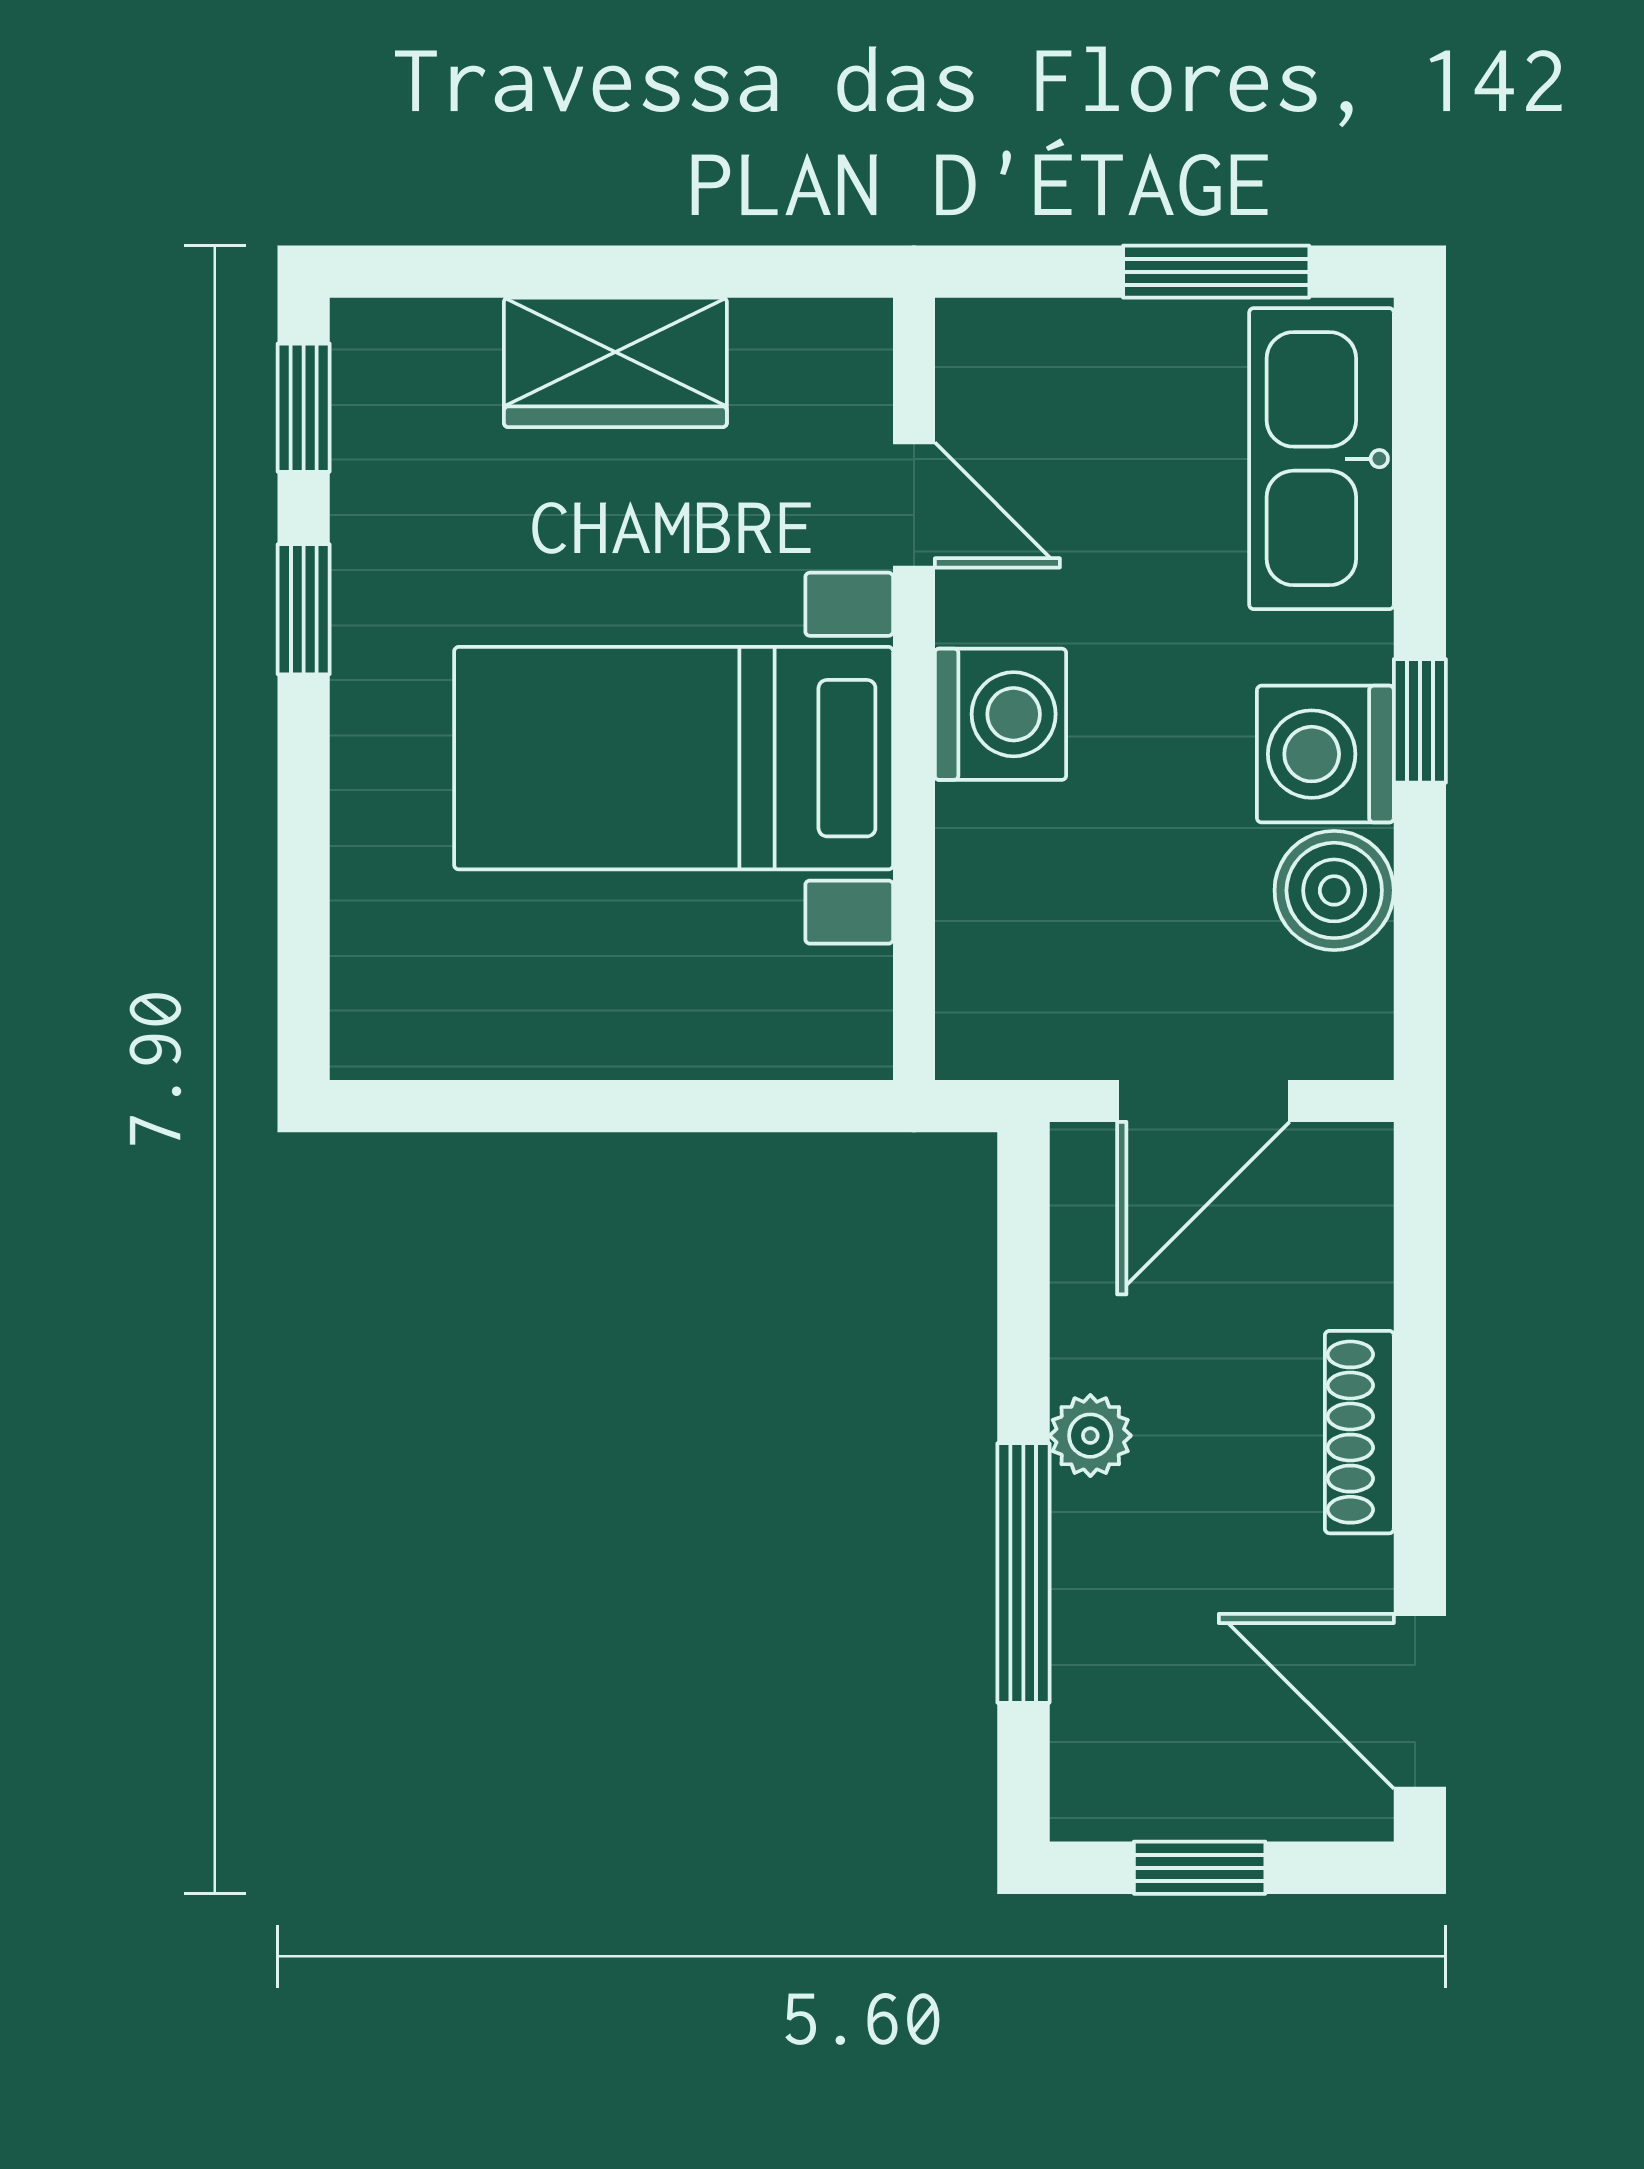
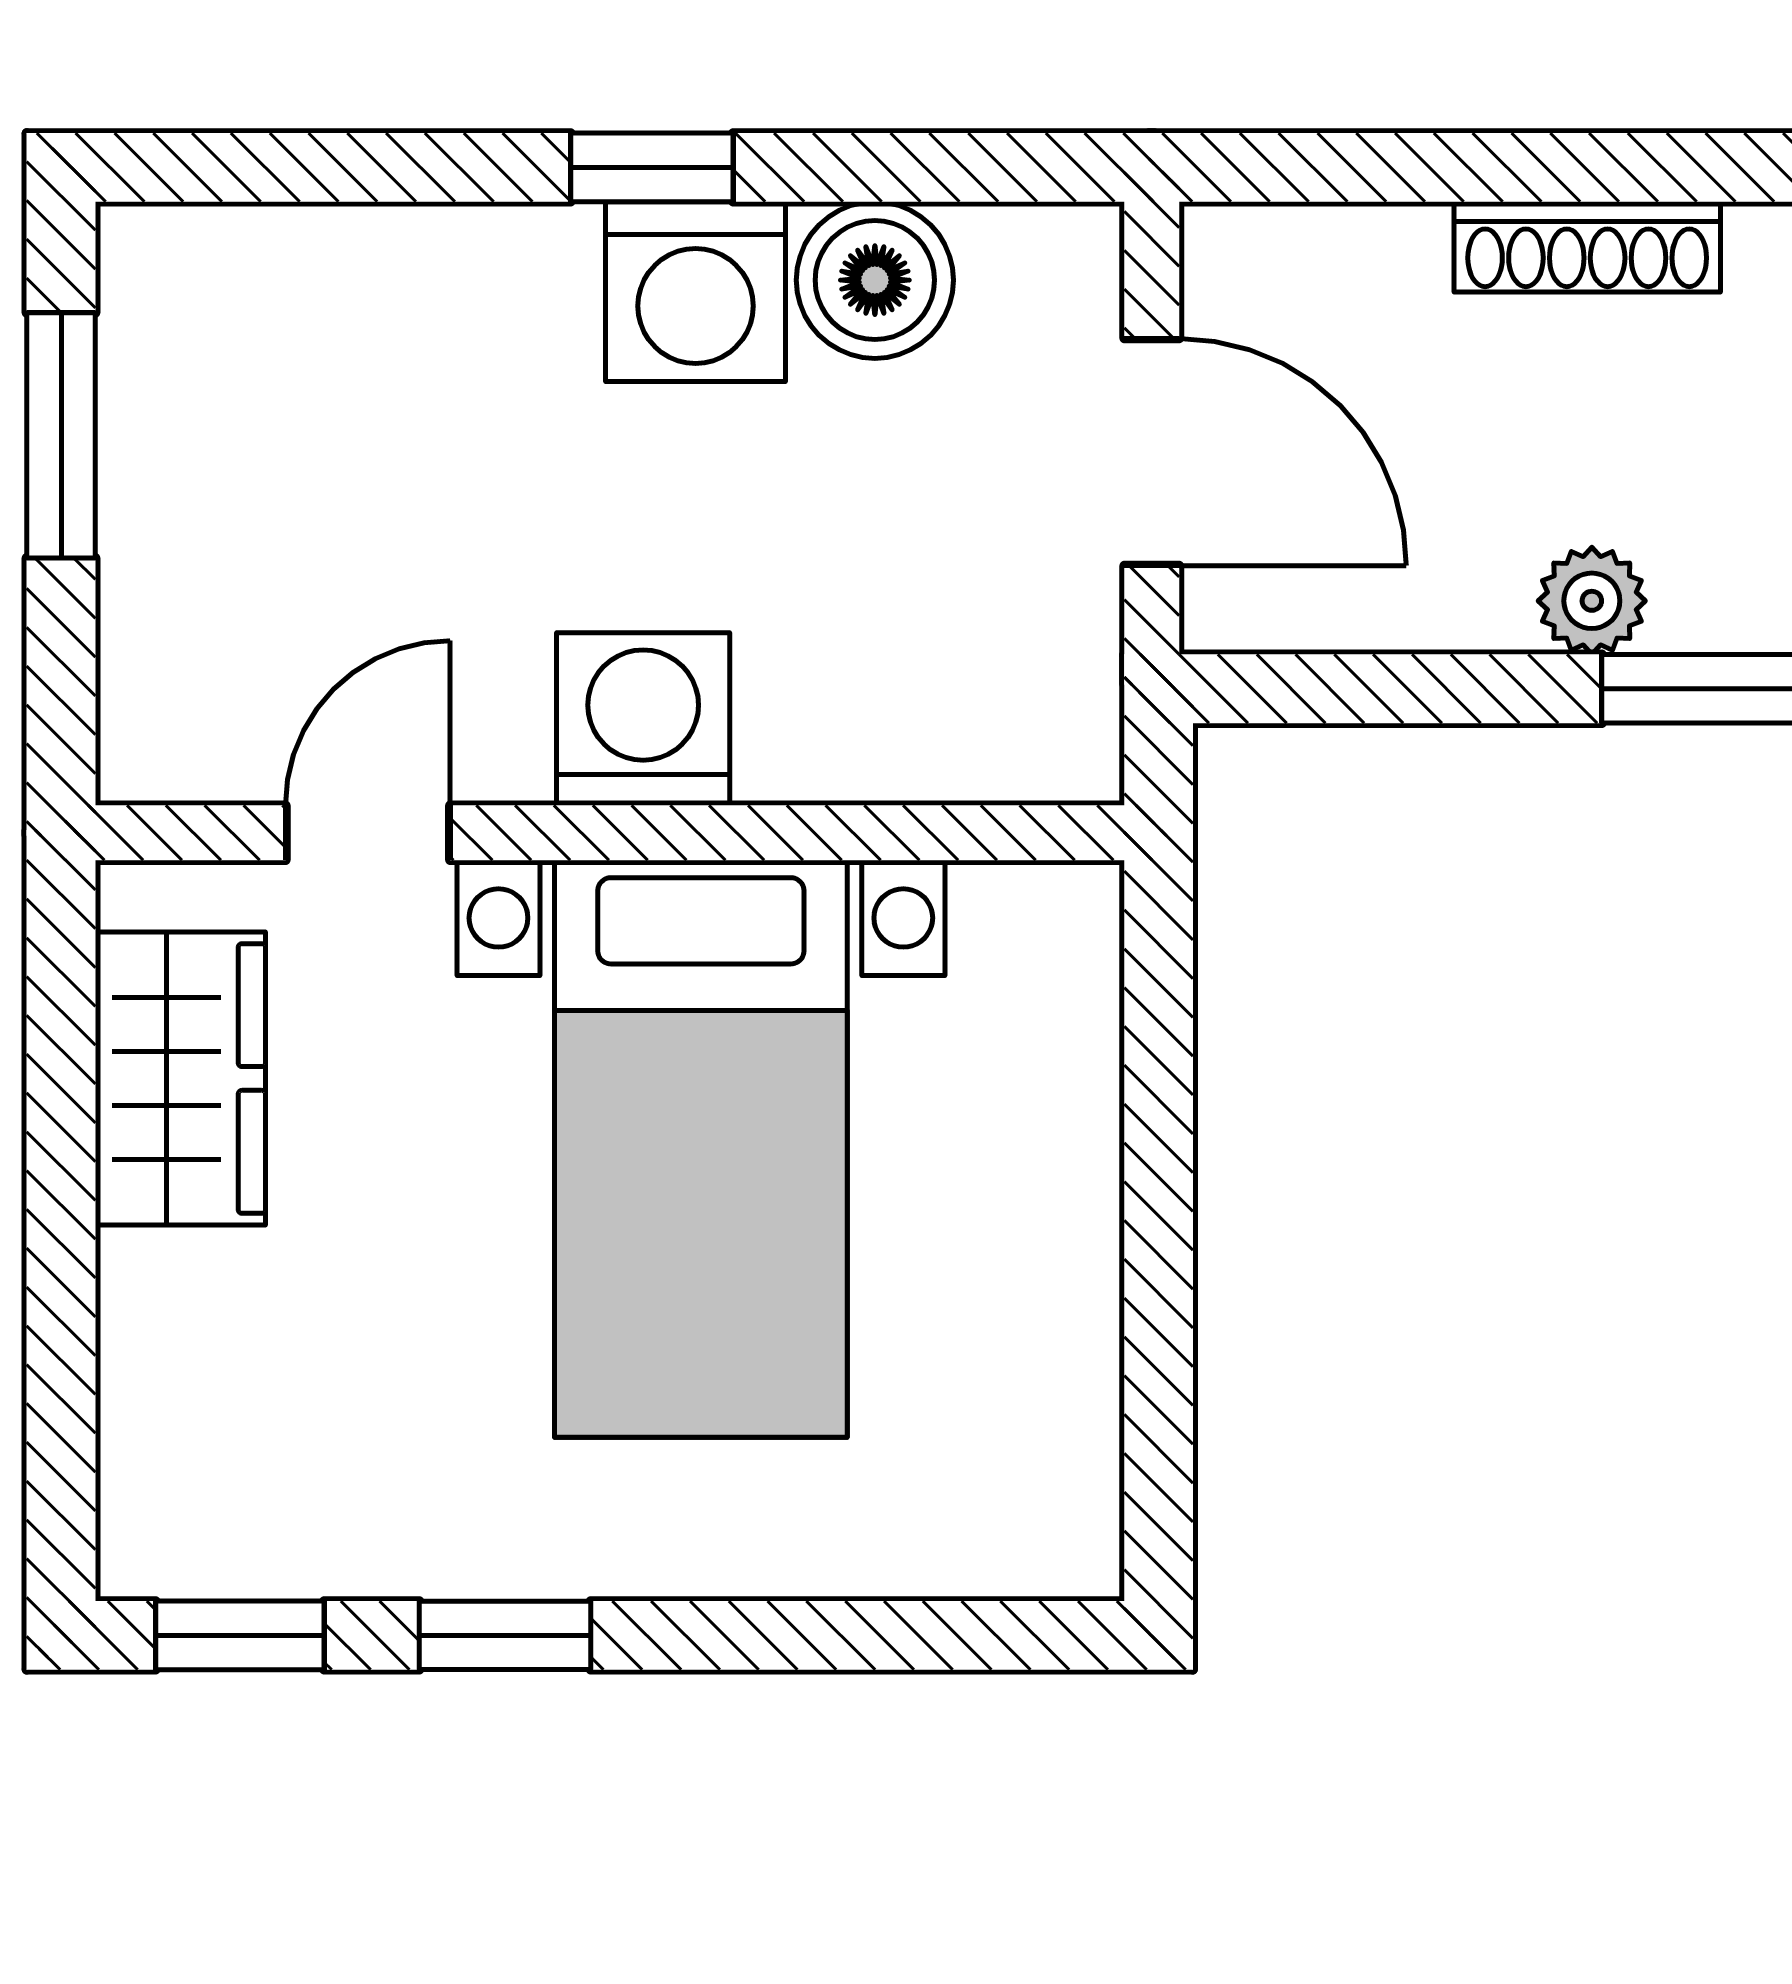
wardrobe: (615, 362) -> (180, 1078), moved
kitchen sink: (1321, 459) -> (307, 297), removed

